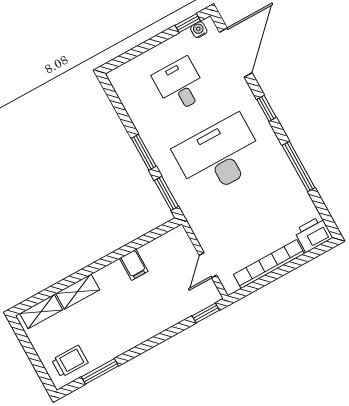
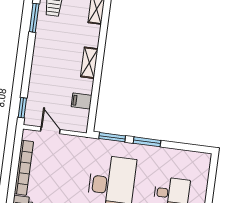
filing cabinet: (134, 265) -> (82, 101), moved
shelving: (78, 292) -> (89, 63), moved

